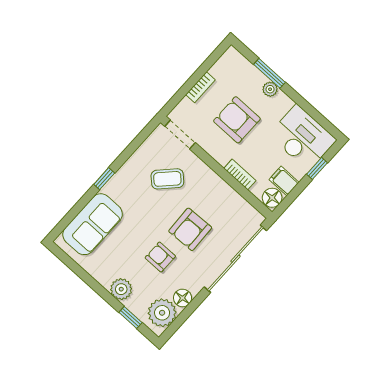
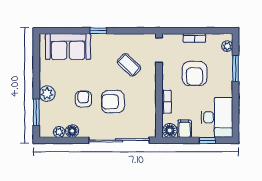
plant: (270, 89) -> (227, 46), moved
armchair: (237, 120) -> (195, 74), turned 180
plant: (162, 313) -> (59, 132), width x0.53, depth x0.53
window: (130, 317) -> (36, 112), width x1.50

